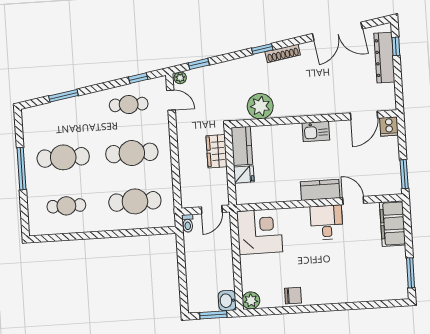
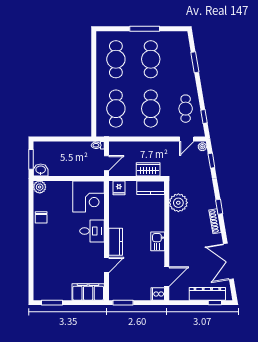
door: (364, 116) -> (167, 277), swing flipped
fridge: (244, 174) -> (119, 188), moved
cafe table: (66, 206) -> (116, 59), width x1.37, depth x1.35
door: (212, 210) -> (106, 163), swing flipped
desk: (327, 222) -> (92, 231), moved

